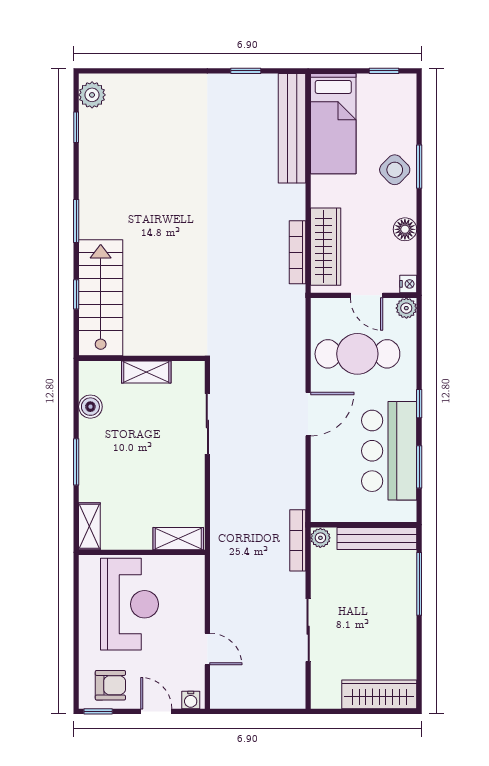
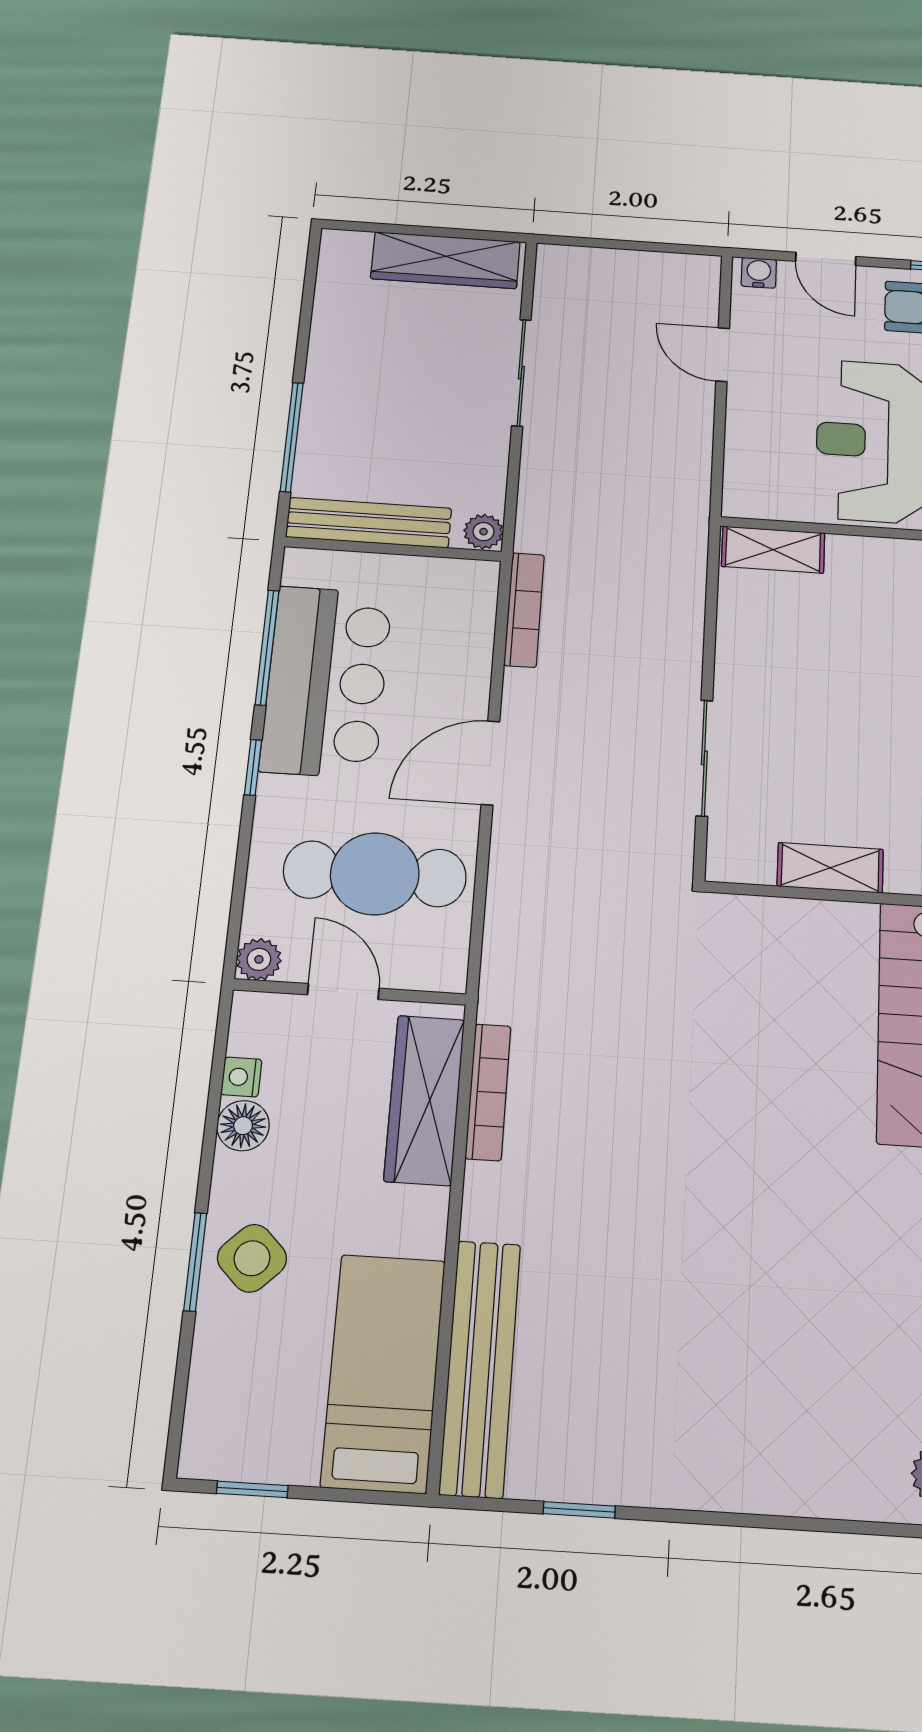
nightstand: (408, 284) -> (241, 1077), moved
window: (419, 467) -> (267, 647), width x1.44
bookcase: (298, 540) -> (524, 610), moved
wardrobe: (379, 694) -> (446, 260), moved

